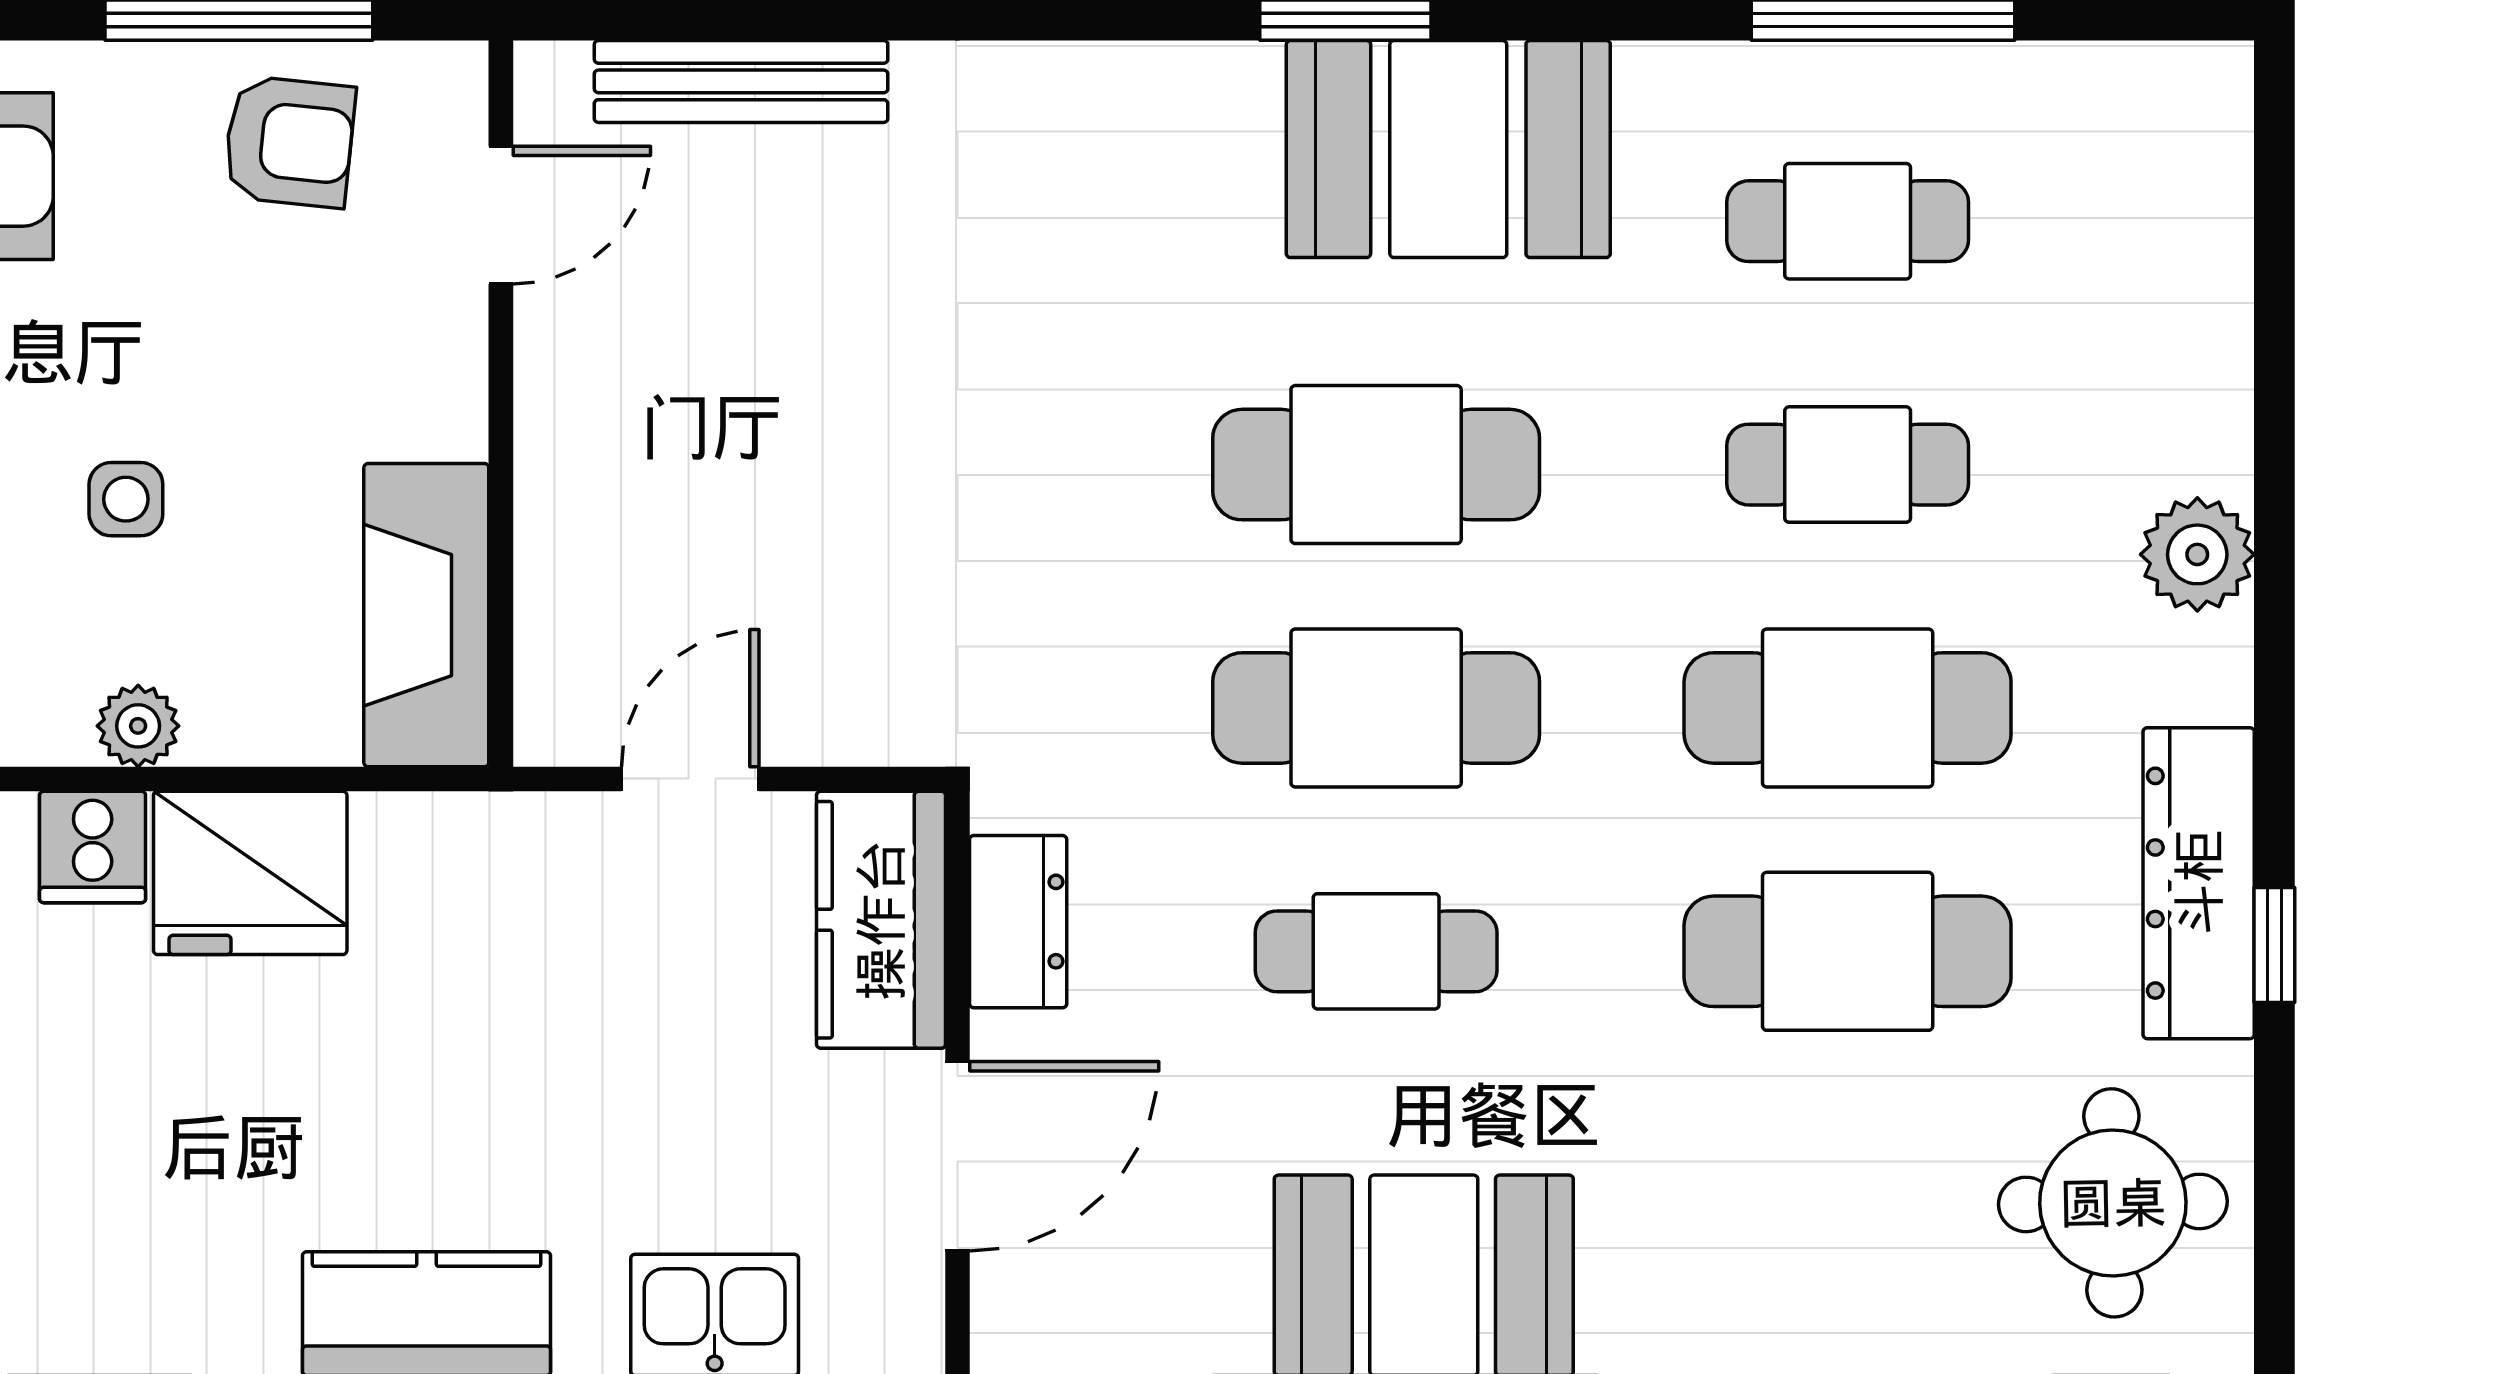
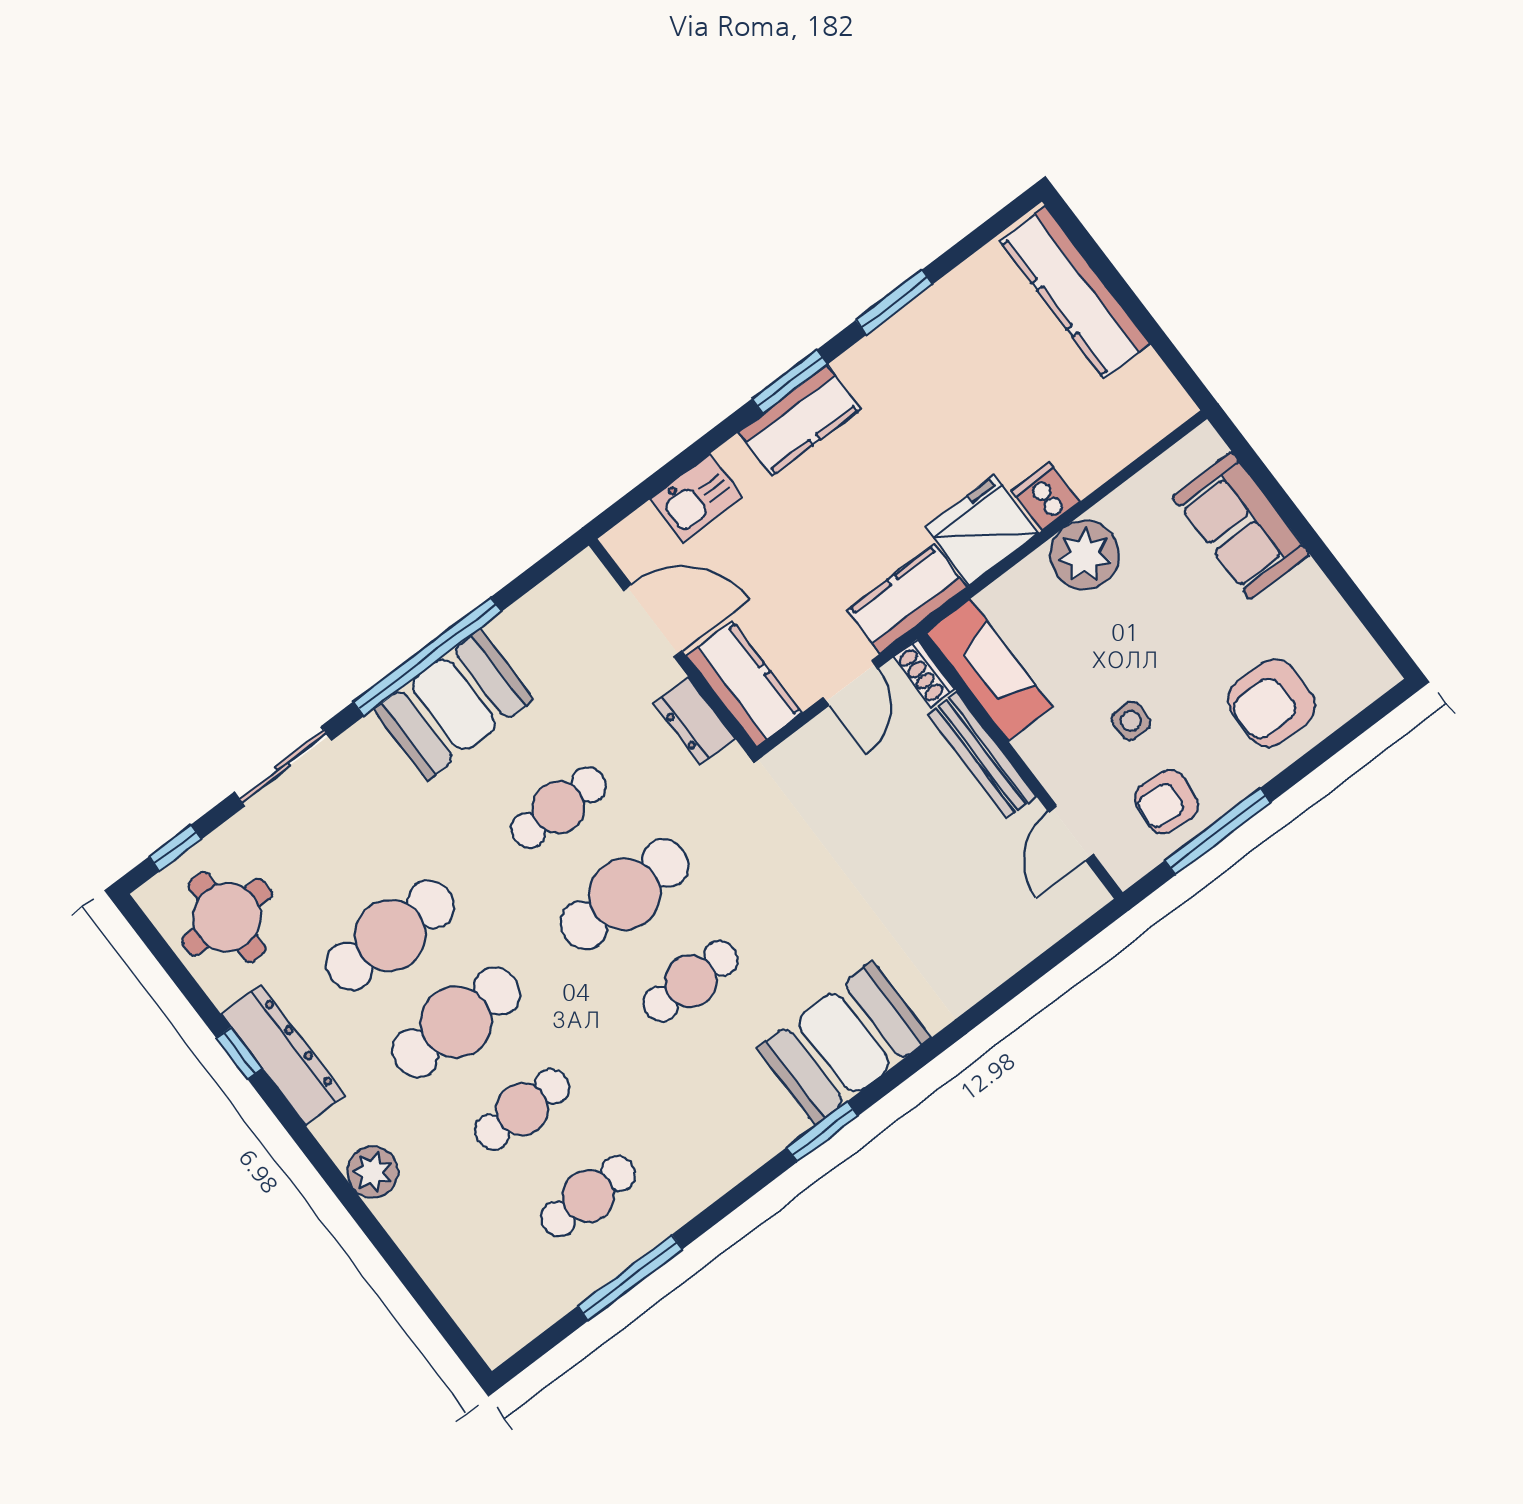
bench: (741, 81) -> (982, 755), moved, turned 90
booth: (1448, 149) -> (844, 1043), moved
cafe table: (1376, 465) -> (691, 981), width x0.73, depth x0.74
side table: (126, 499) -> (1131, 721), moved
shoe rack: (547, 698) -> (924, 673), added
plant: (138, 726) -> (1085, 555), width x1.88, depth x1.88
kitchen counter: (476, 852) -> (907, 599), added
door: (957, 1156) -> (653, 621), swing flipped

